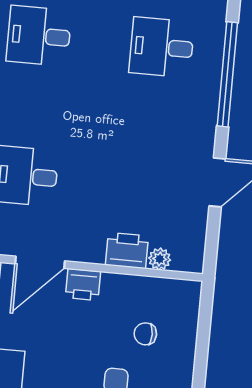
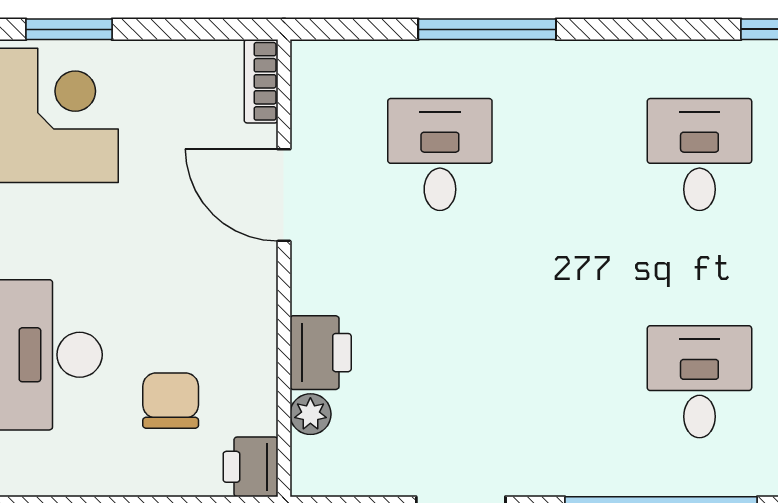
printer: (83, 285) -> (251, 467), moved
chair: (145, 334) -> (171, 401), width x1.37, depth x1.37

